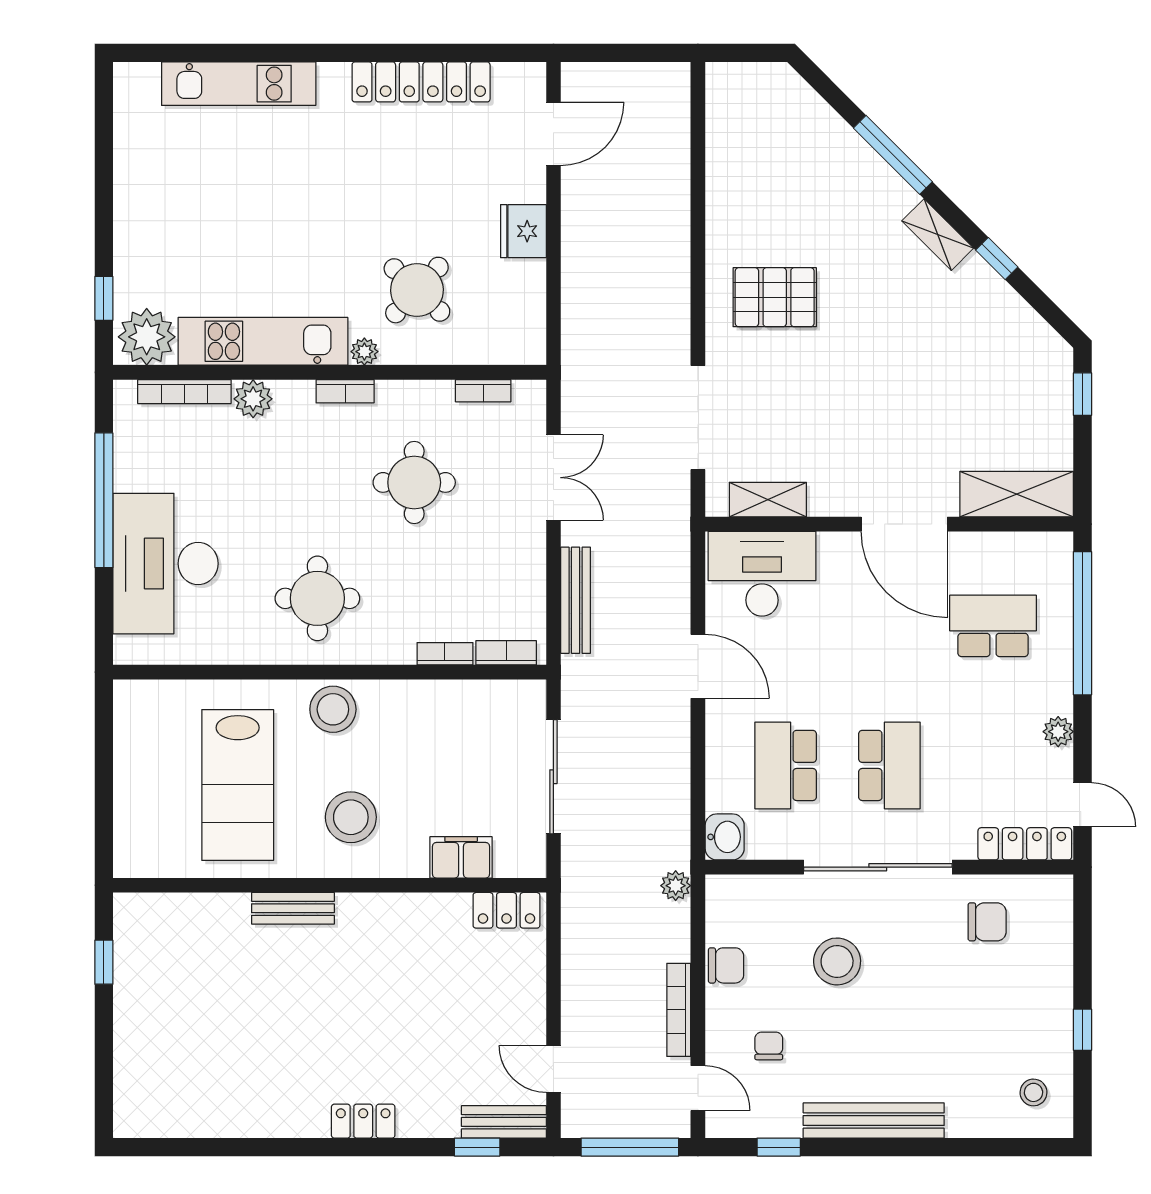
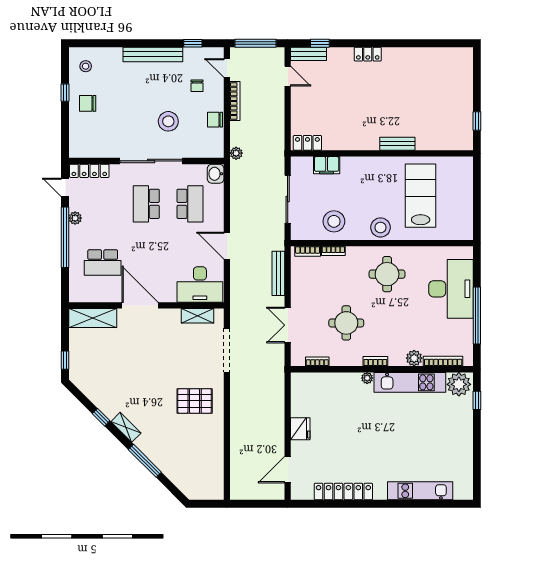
round table: (417, 290) -> (345, 404), removed
window: (1083, 623) -> (65, 237), moved
stool: (351, 817) -> (334, 221), moved
chair: (987, 922) -> (88, 103), moved

